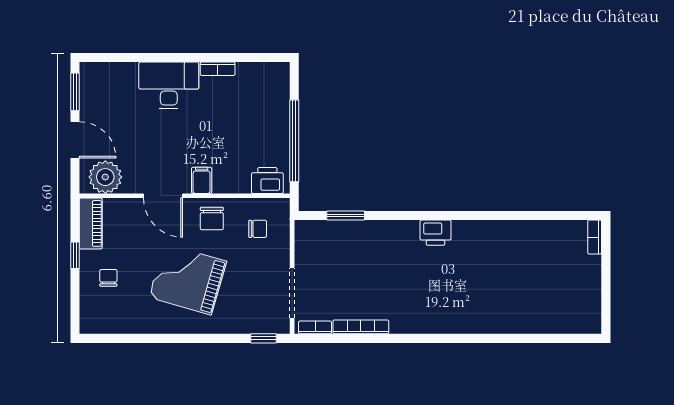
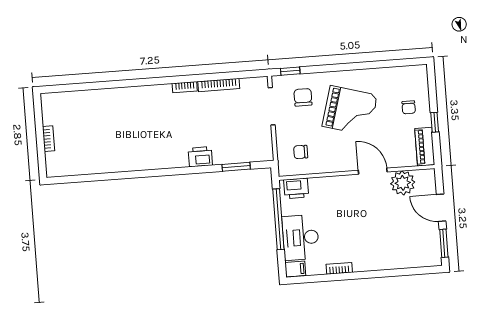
desk: (169, 85) -> (301, 238), moved, turned 90
plant: (105, 177) -> (403, 183), moved
filing cabinet: (202, 180) -> (295, 269), moved, turned -90
chair: (212, 218) -> (303, 97), moved
printer: (436, 233) -> (200, 157), moved
bookcase: (595, 237) -> (48, 139), moved
bookcase: (315, 327) -> (185, 87), moved

